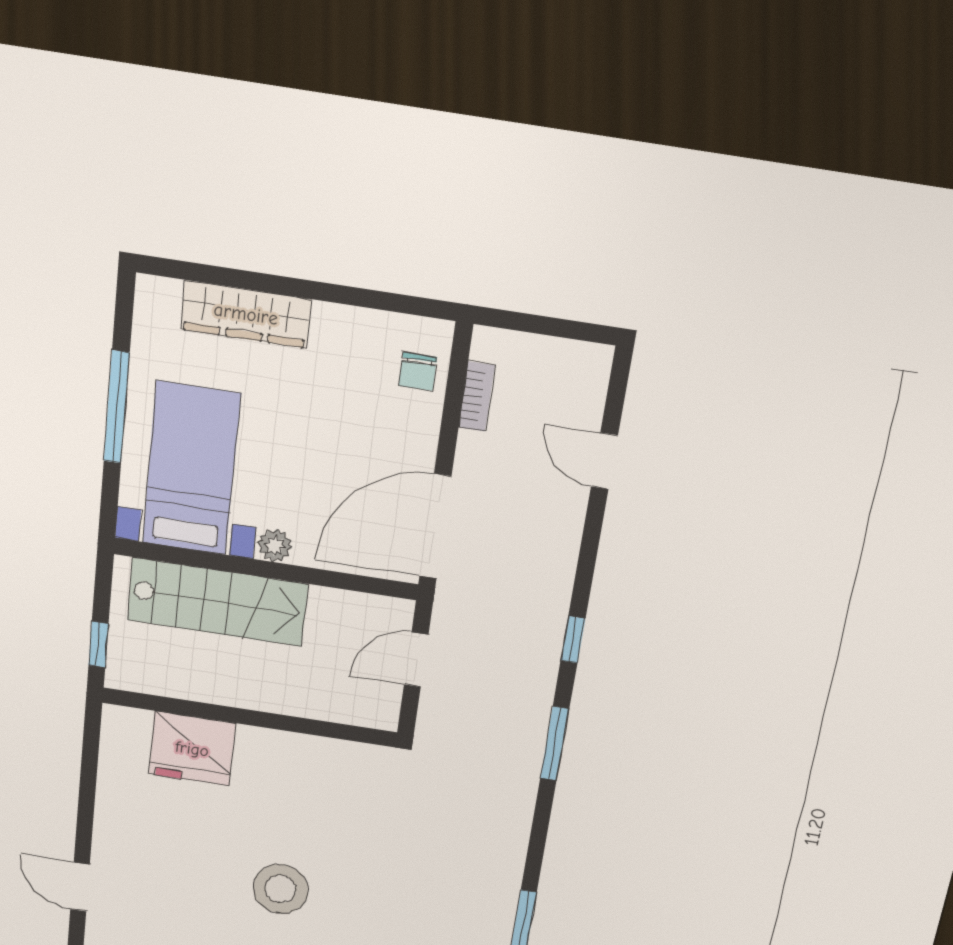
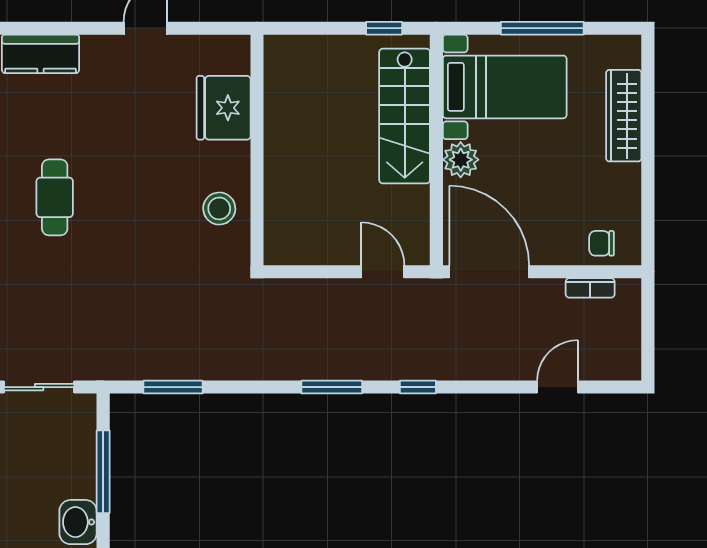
plant: (275, 546) -> (461, 160), width x1.38, depth x1.38
window: (99, 644) -> (384, 28), moved
wall: (250, 718) -> (257, 150), moved
fridge: (192, 749) -> (224, 108), moved
stool: (280, 889) -> (219, 208), moved, width x0.73, depth x0.73

